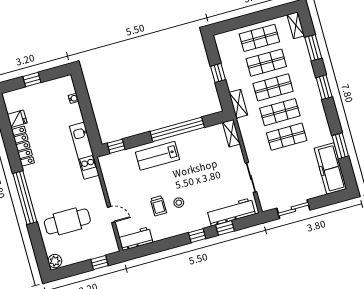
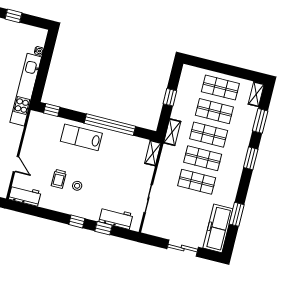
kitchen unit: (84, 151) -> (26, 90), width x1.36
sliding door: (293, 209) -> (183, 248), moved
workbench: (231, 212) -> (116, 218), width x0.73

